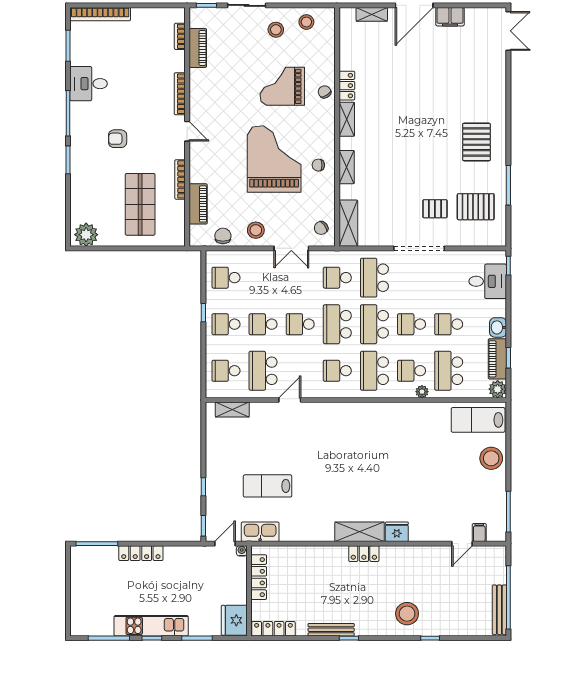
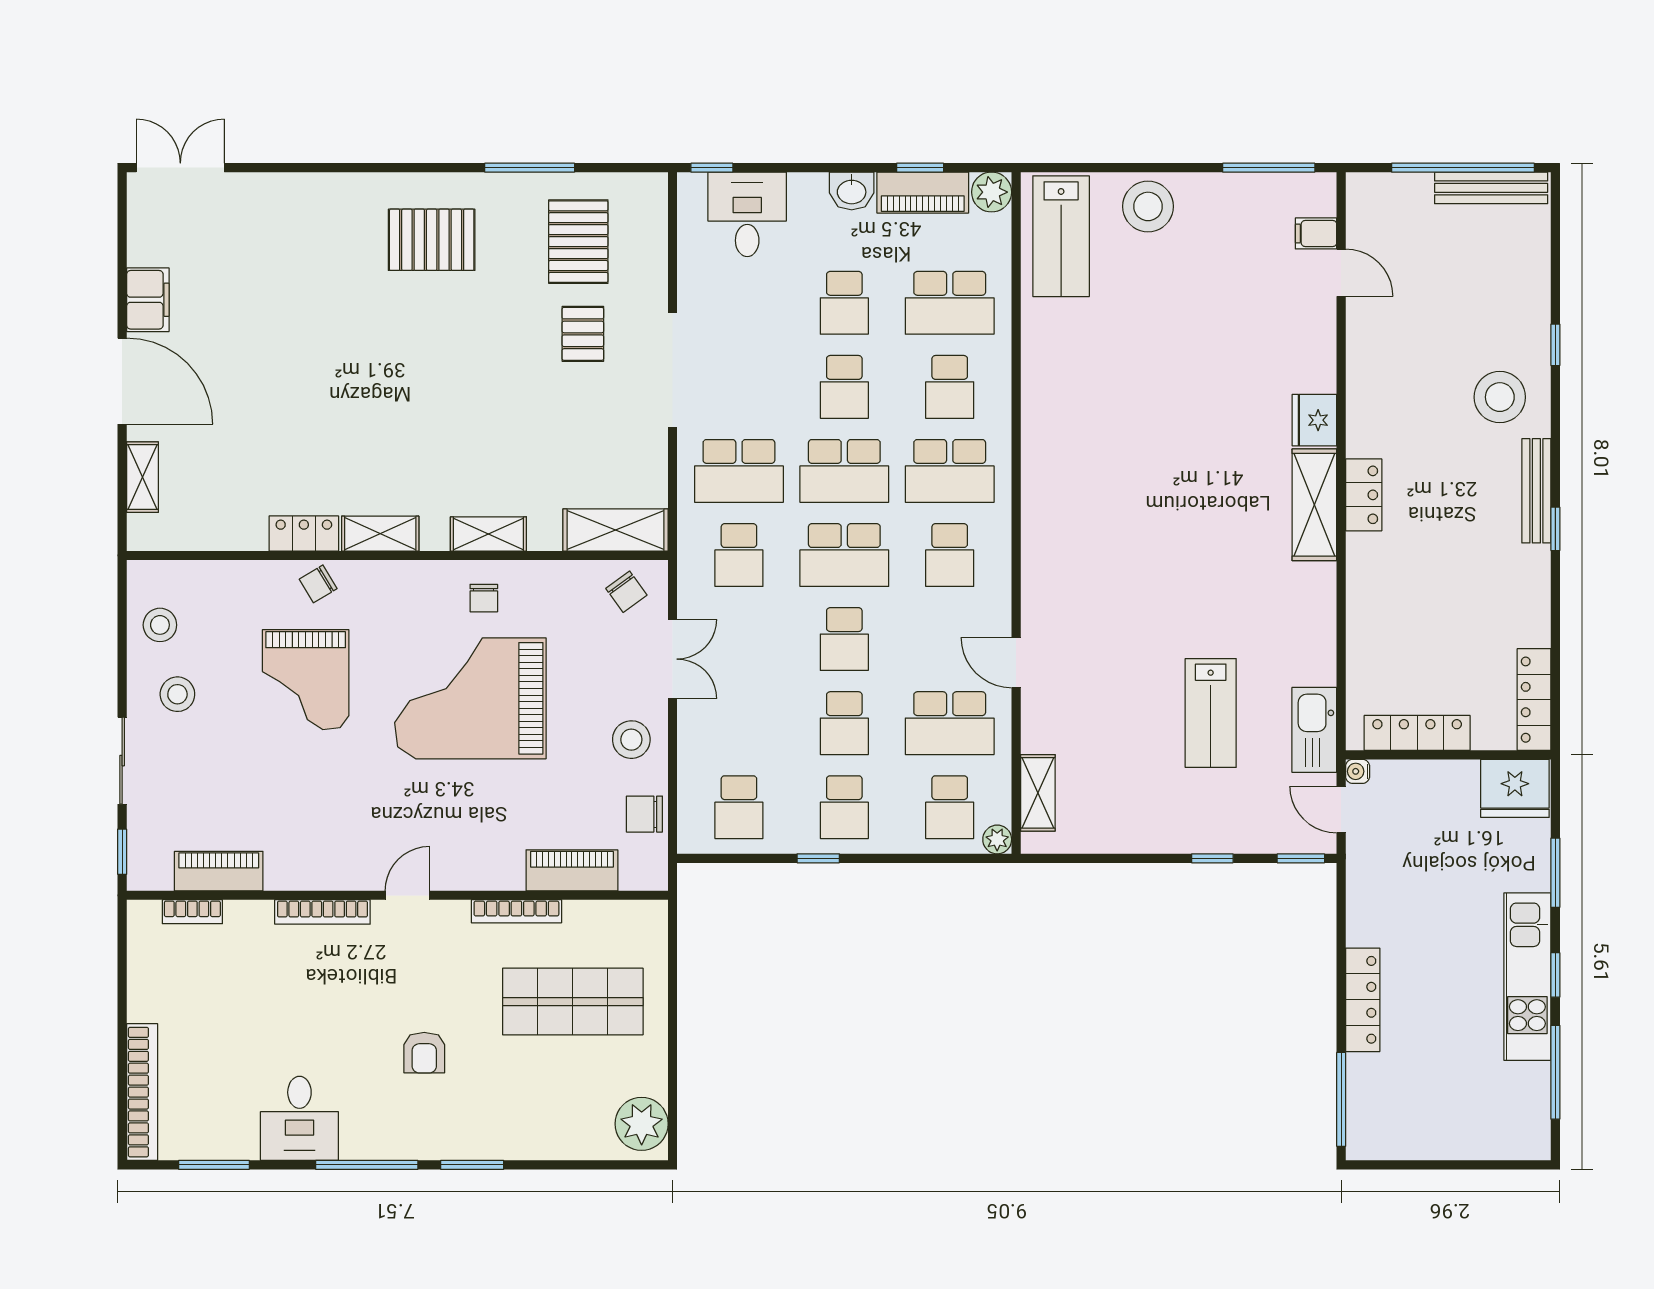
plant: (422, 392) -> (997, 839), moved
bench: (331, 630) -> (1536, 491), moved

